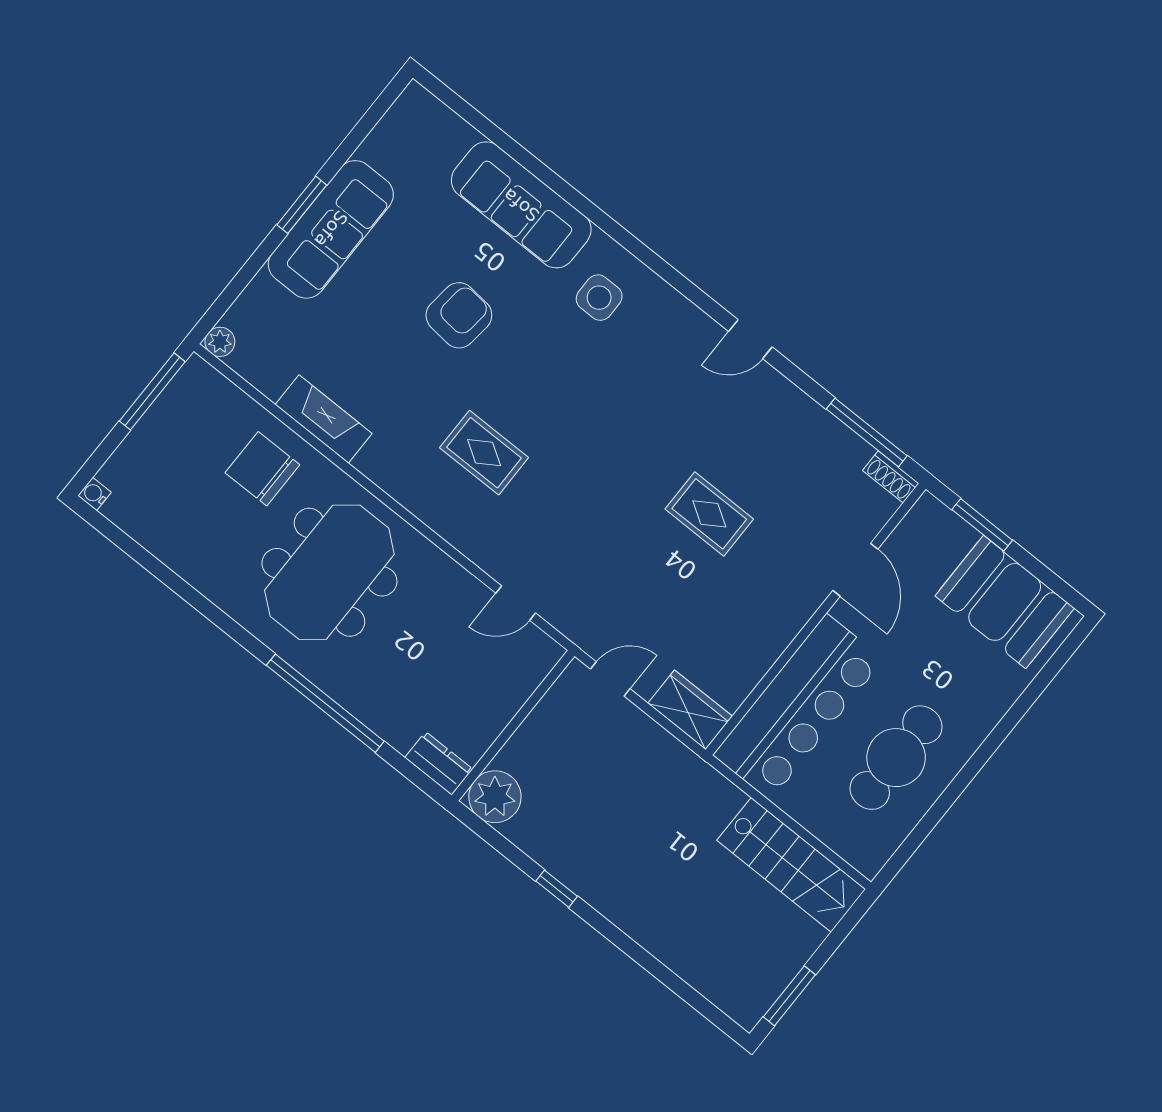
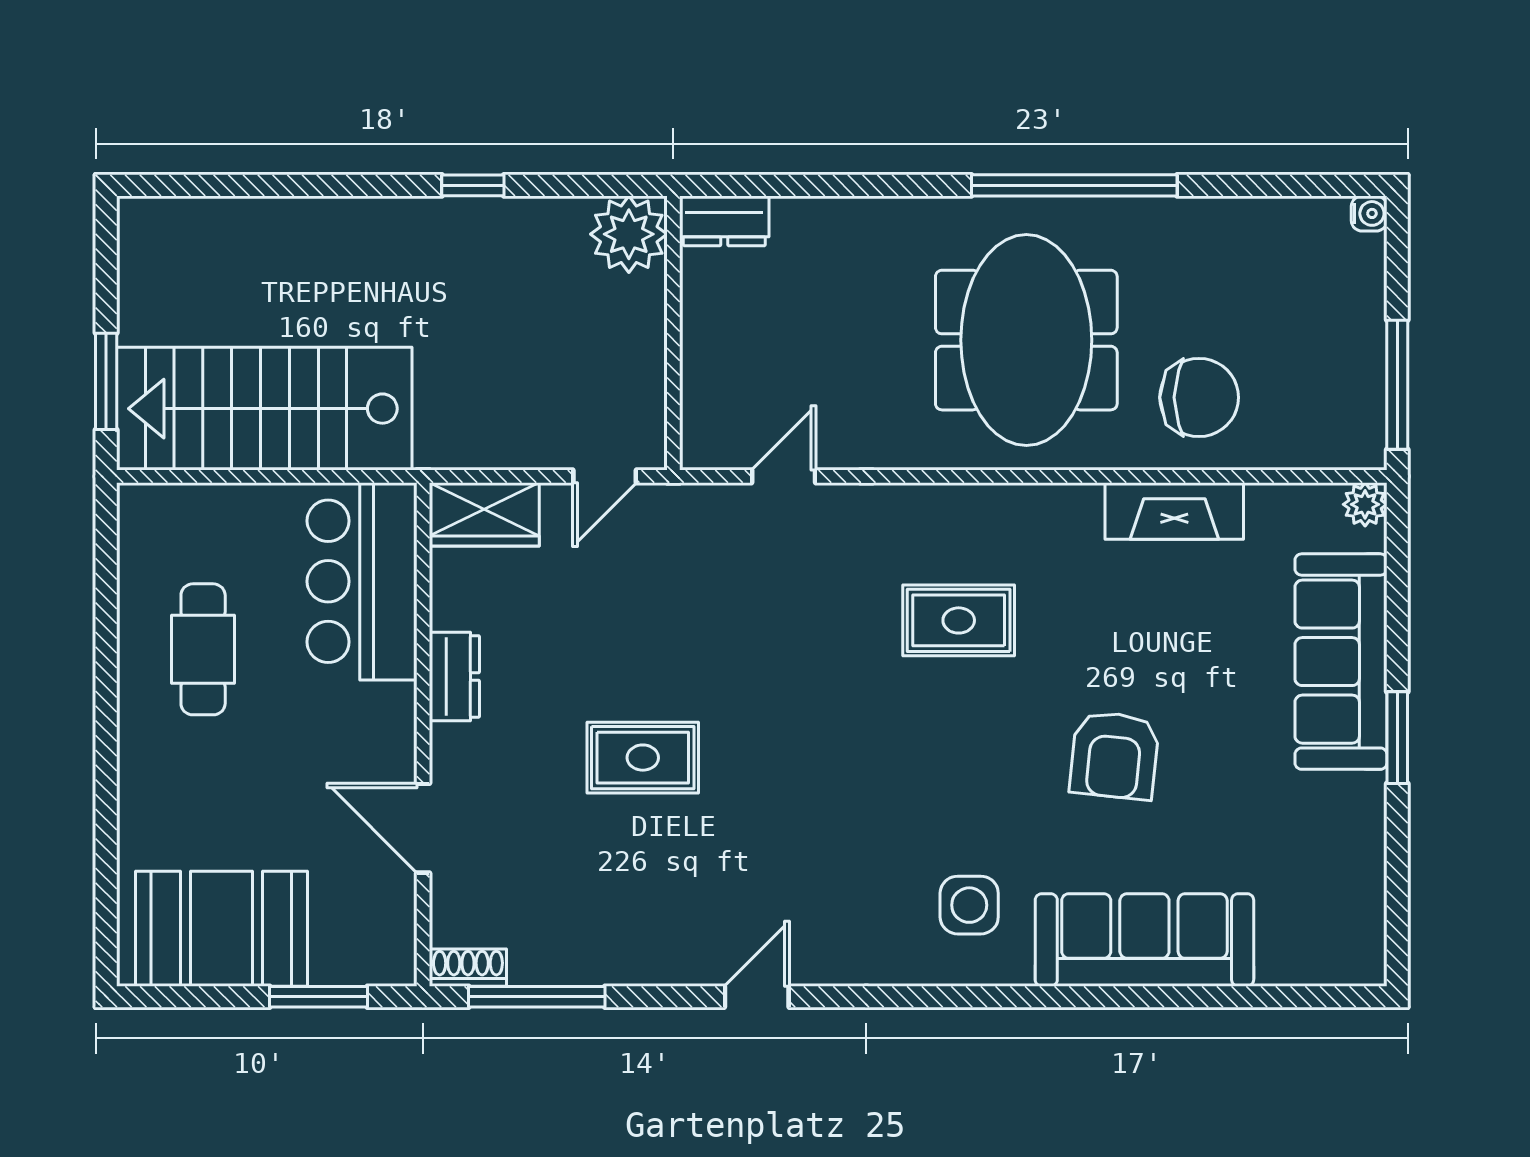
sofa: (331, 229) -> (1341, 662), moved
dresser: (775, 637) -> (454, 676), added
window: (325, 703) -> (1074, 185), moved
bar counter: (798, 707) -> (362, 581), width x0.73
cafe table: (896, 758) -> (203, 649), width x0.73, depth x0.74
stairs: (791, 865) -> (264, 409), width x1.36, depth x1.51
window: (789, 996) -> (106, 381), moved

